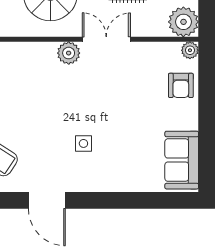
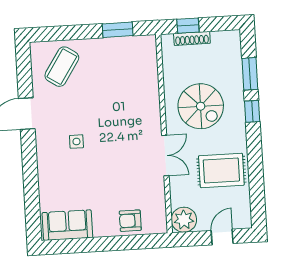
plant: (190, 50) -> (160, 227), removed
plant: (69, 53) -> (152, 125), removed

